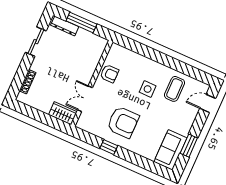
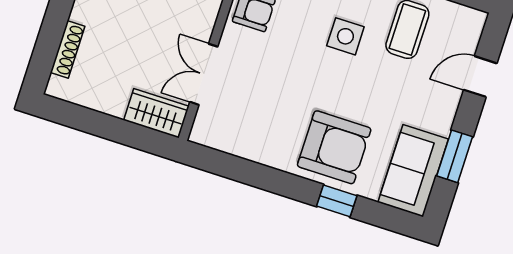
door: (208, 103) -> (480, 77), moved
armchair: (123, 122) -> (334, 147), moved
window: (109, 147) -> (337, 201), moved

